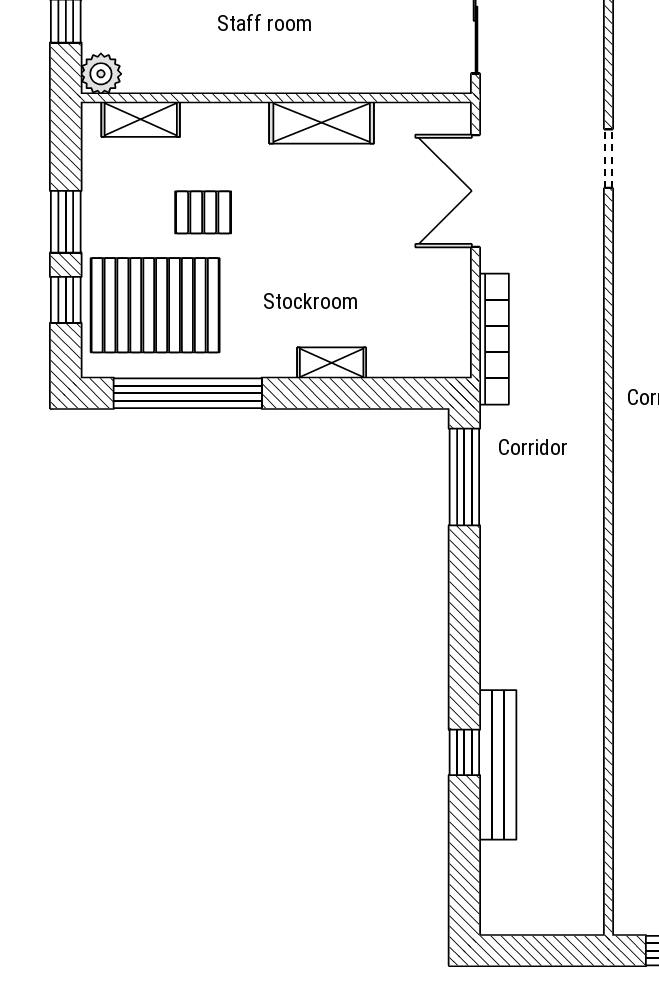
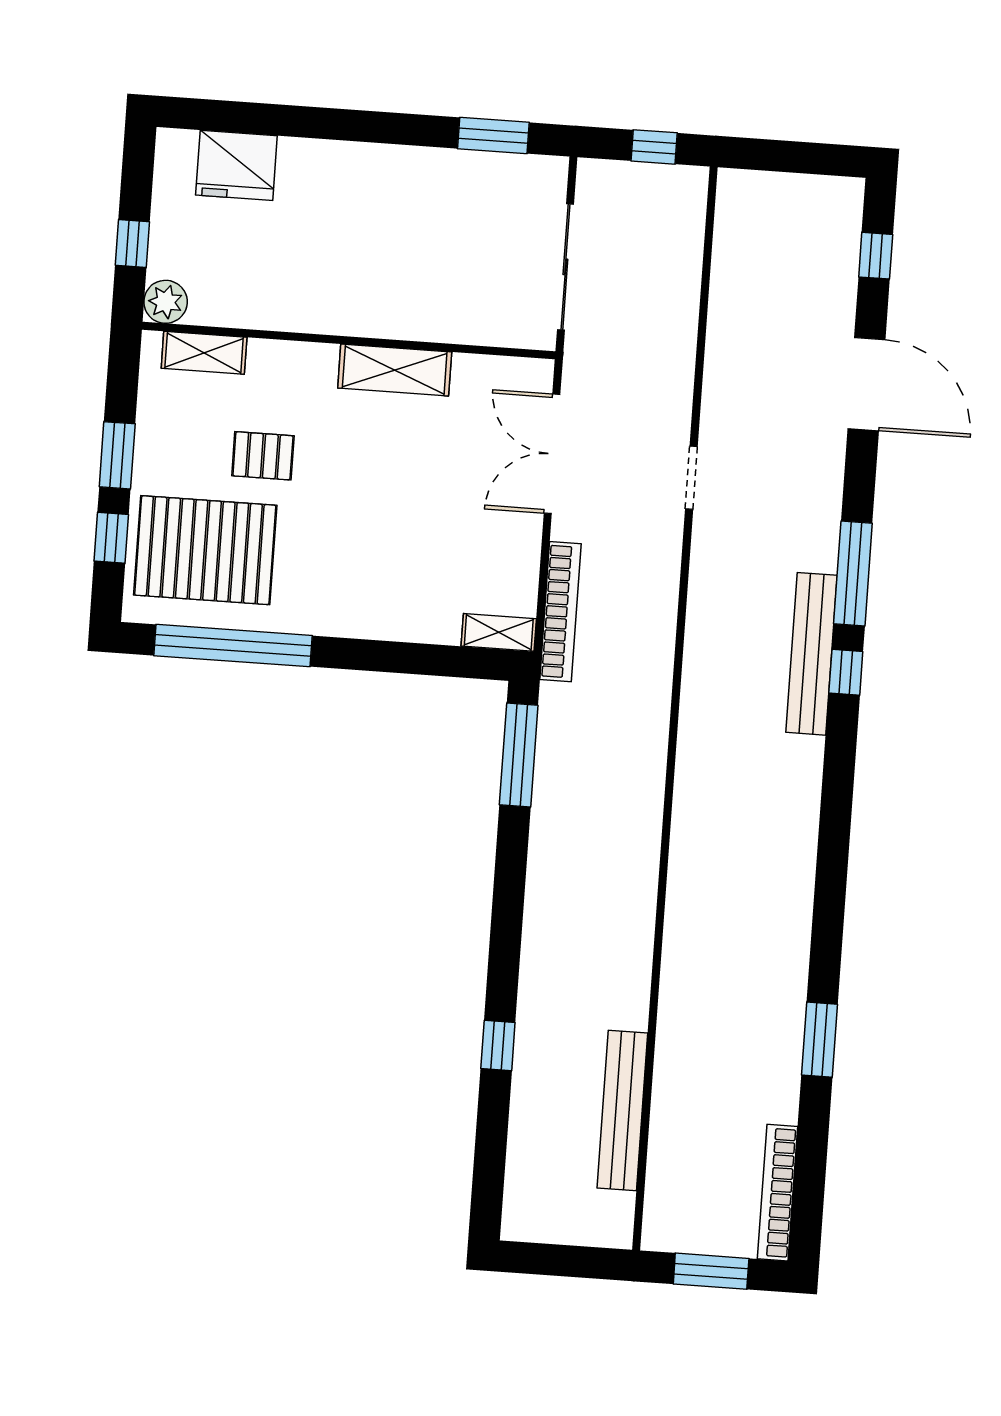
doorway: (608, 159) -> (691, 478), moved
shelving: (332, 363) -> (499, 632), moved
bench: (498, 765) -> (622, 1110), moved

